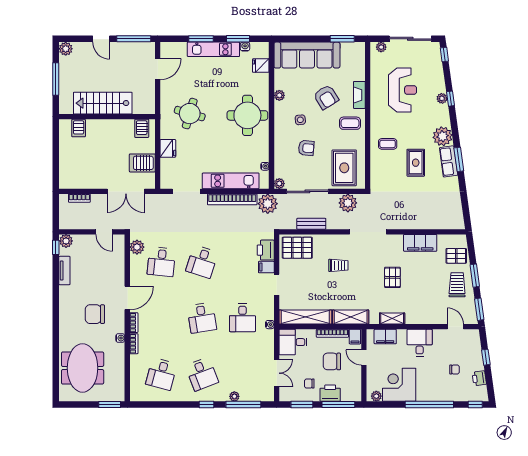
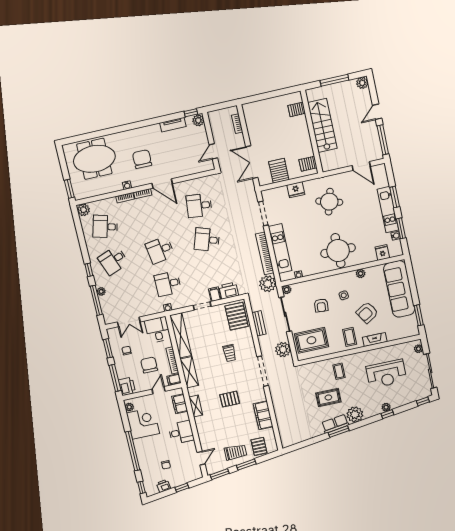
plant: (137, 247) -> (83, 210), moved
printer: (330, 393) -> (127, 386), moved

